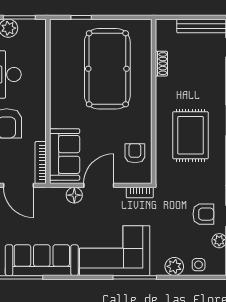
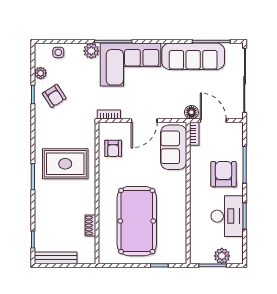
rug: (190, 135) -> (65, 164), turned 90
bookcase: (41, 163) -> (194, 134), width x0.64
floor lamp: (74, 195) -> (191, 112), moved
armchair: (203, 214) -> (54, 96), turned -123
plant: (174, 266) -> (91, 51), moved

